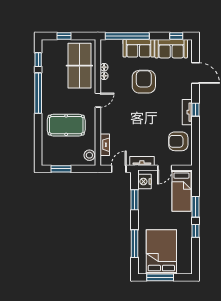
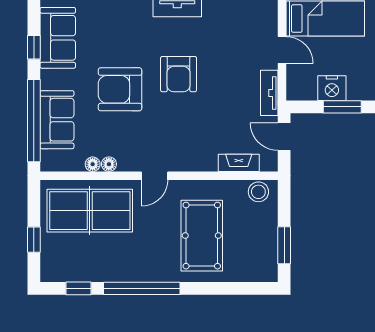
window: (176, 36) -> (34, 47), moved
sofa: (139, 48) -> (57, 120), moved
door: (98, 100) -> (155, 176), swing flipped
armchair: (178, 141) -> (179, 74), moved
nightstand: (144, 182) -> (332, 88), moved

